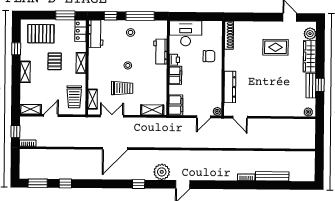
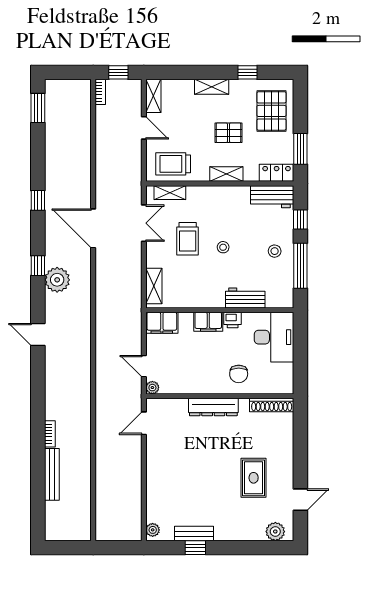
wardrobe: (310, 56) -> (240, 531), removed
dresser: (230, 87) -> (213, 407), moved
plant: (162, 172) -> (57, 280), moved
window: (65, 183) -> (38, 200), moved

